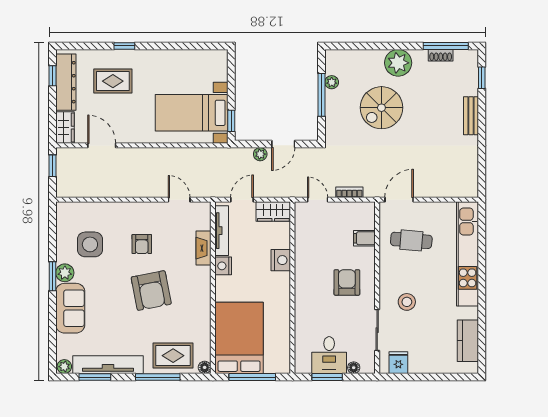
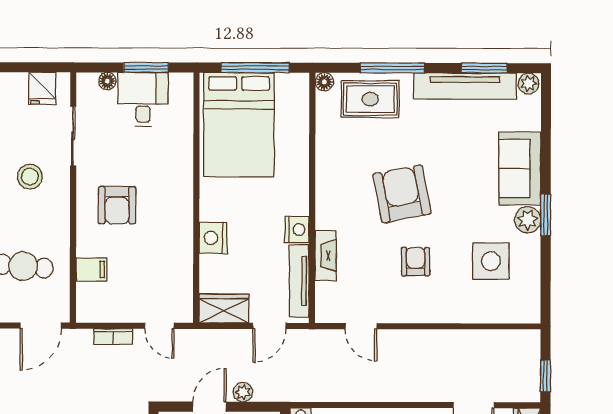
bed: (239, 338) -> (239, 125), moved

